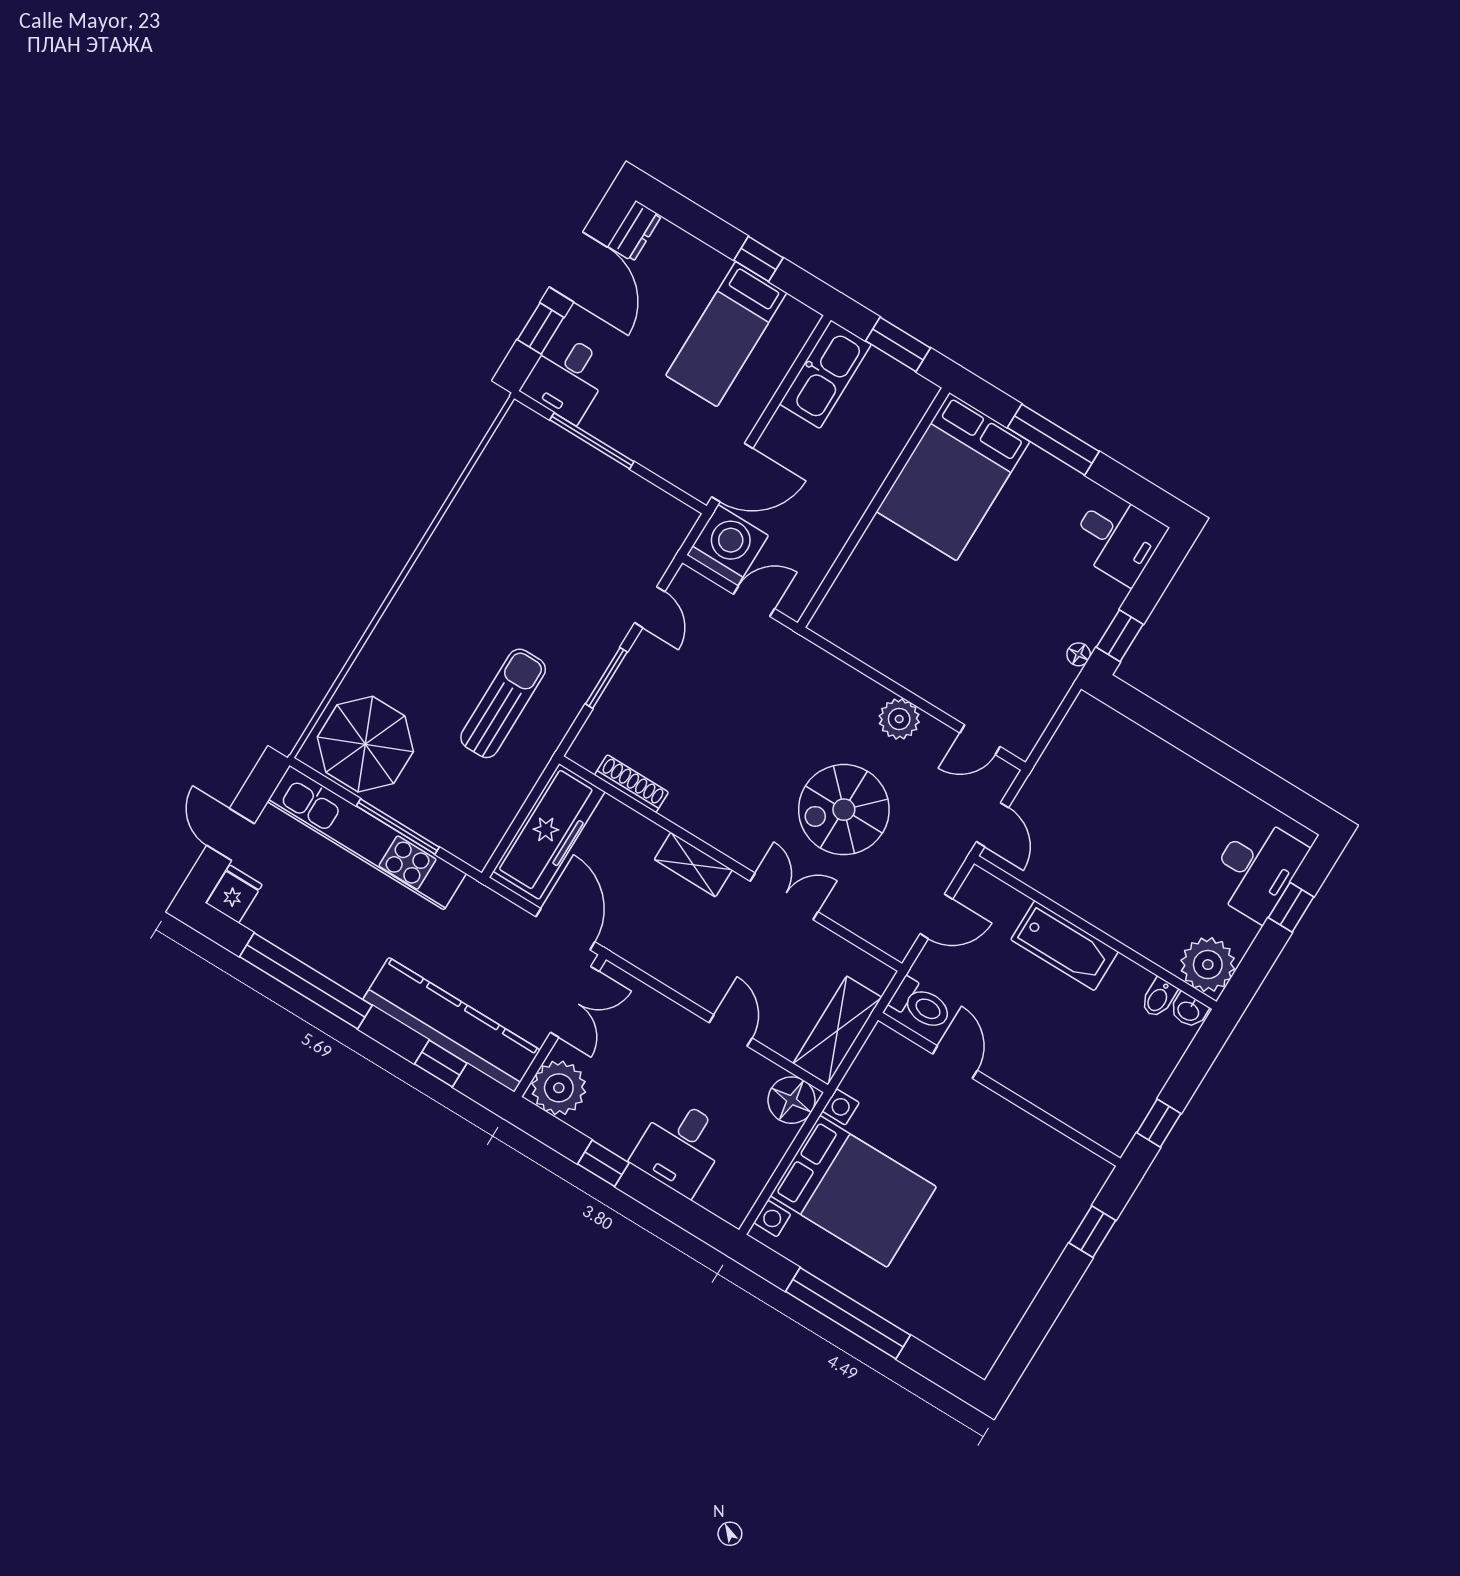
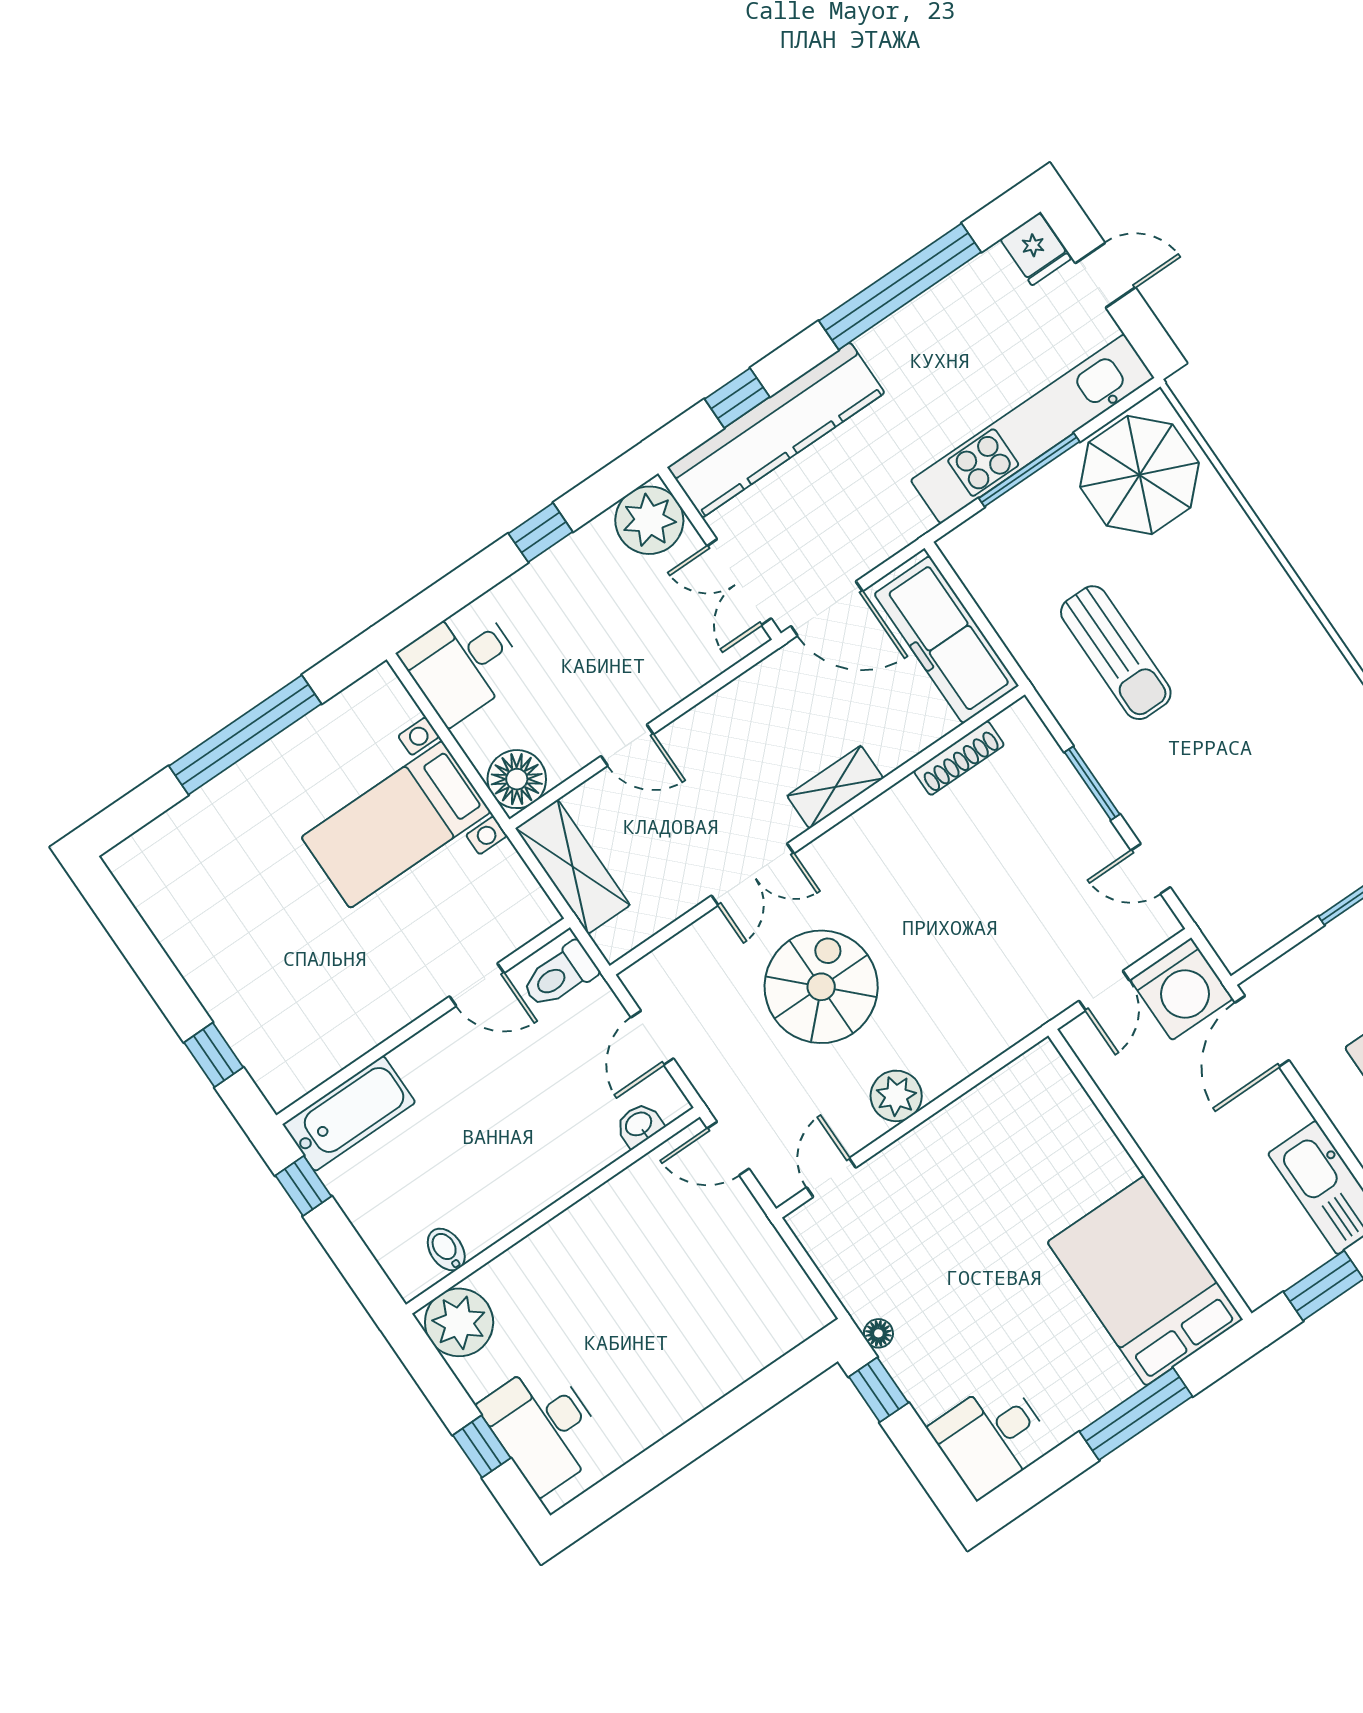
bathtub: (1064, 946) -> (349, 1113), moved, turned 180
washbasin: (1189, 1011) -> (639, 1125), moved
desk: (680, 1147) -> (463, 663), moved, turned -90
bed with nightstands: (853, 1191) -> (396, 824), width x0.73

